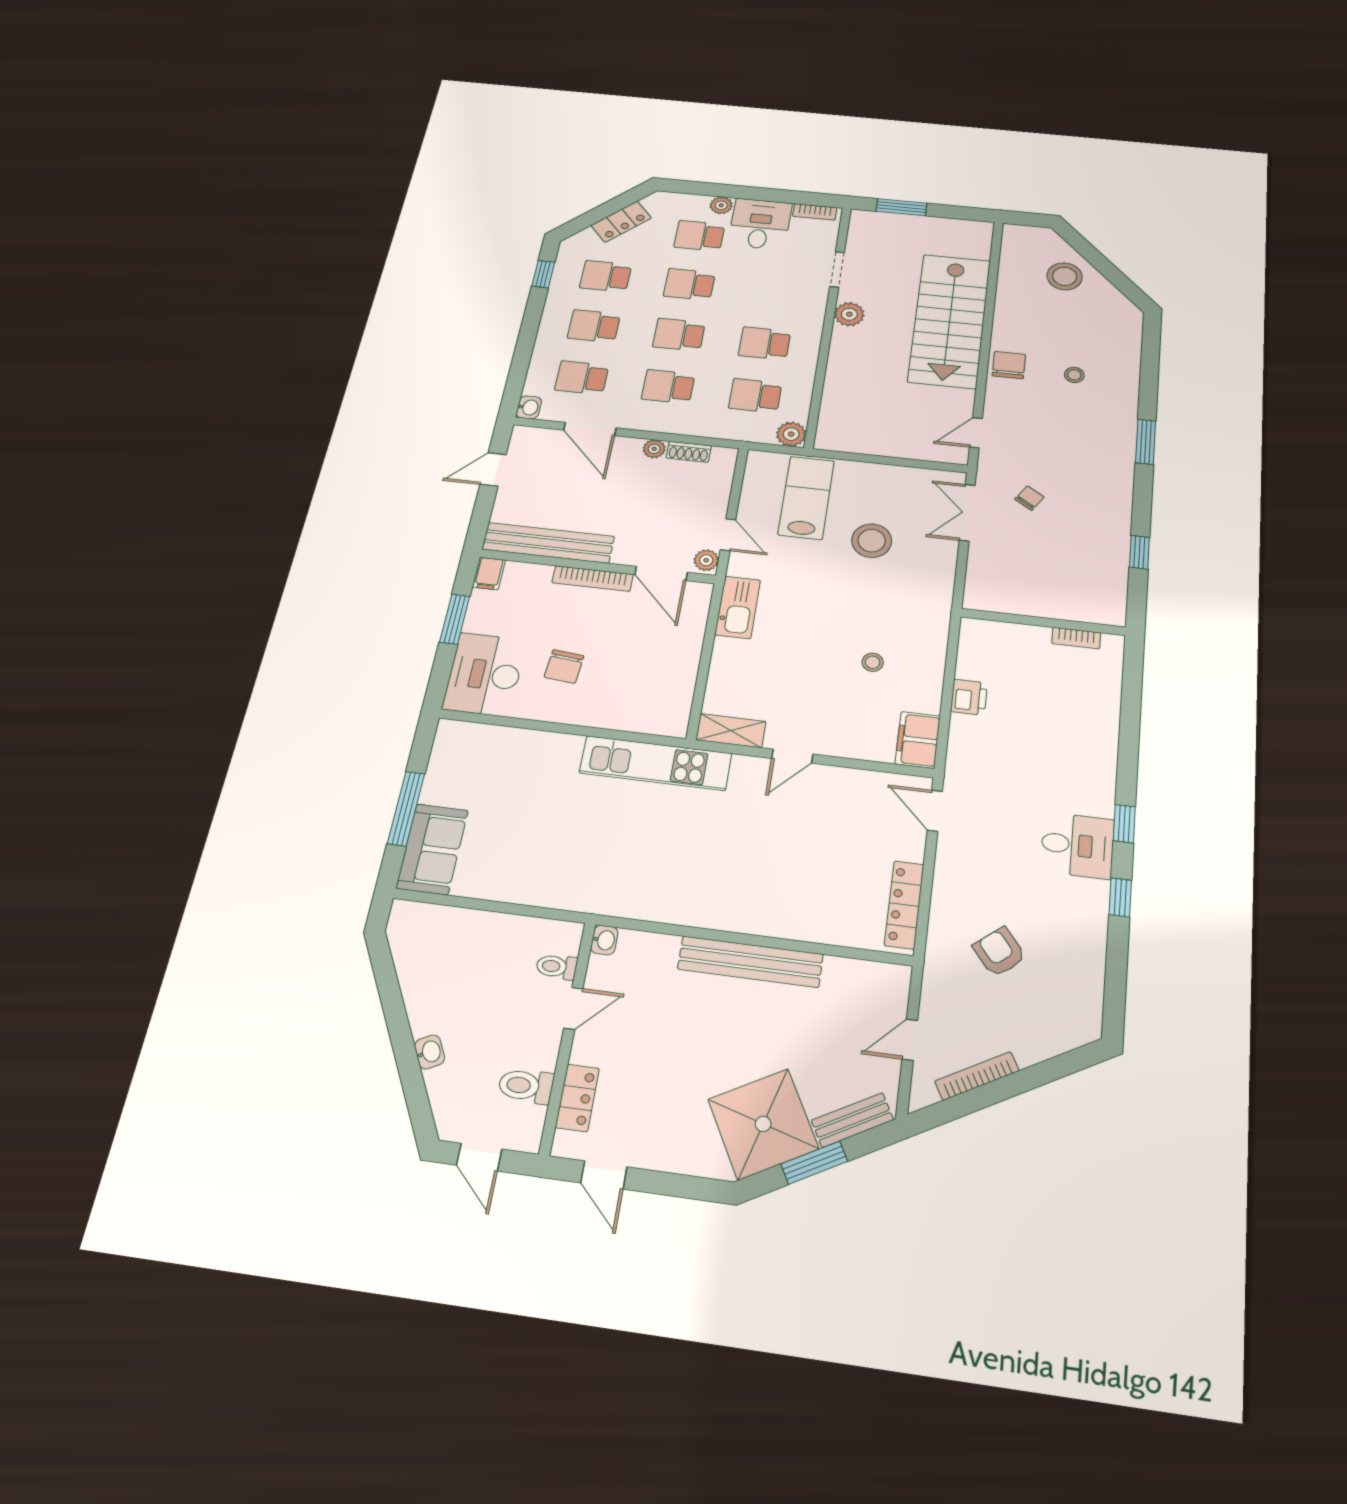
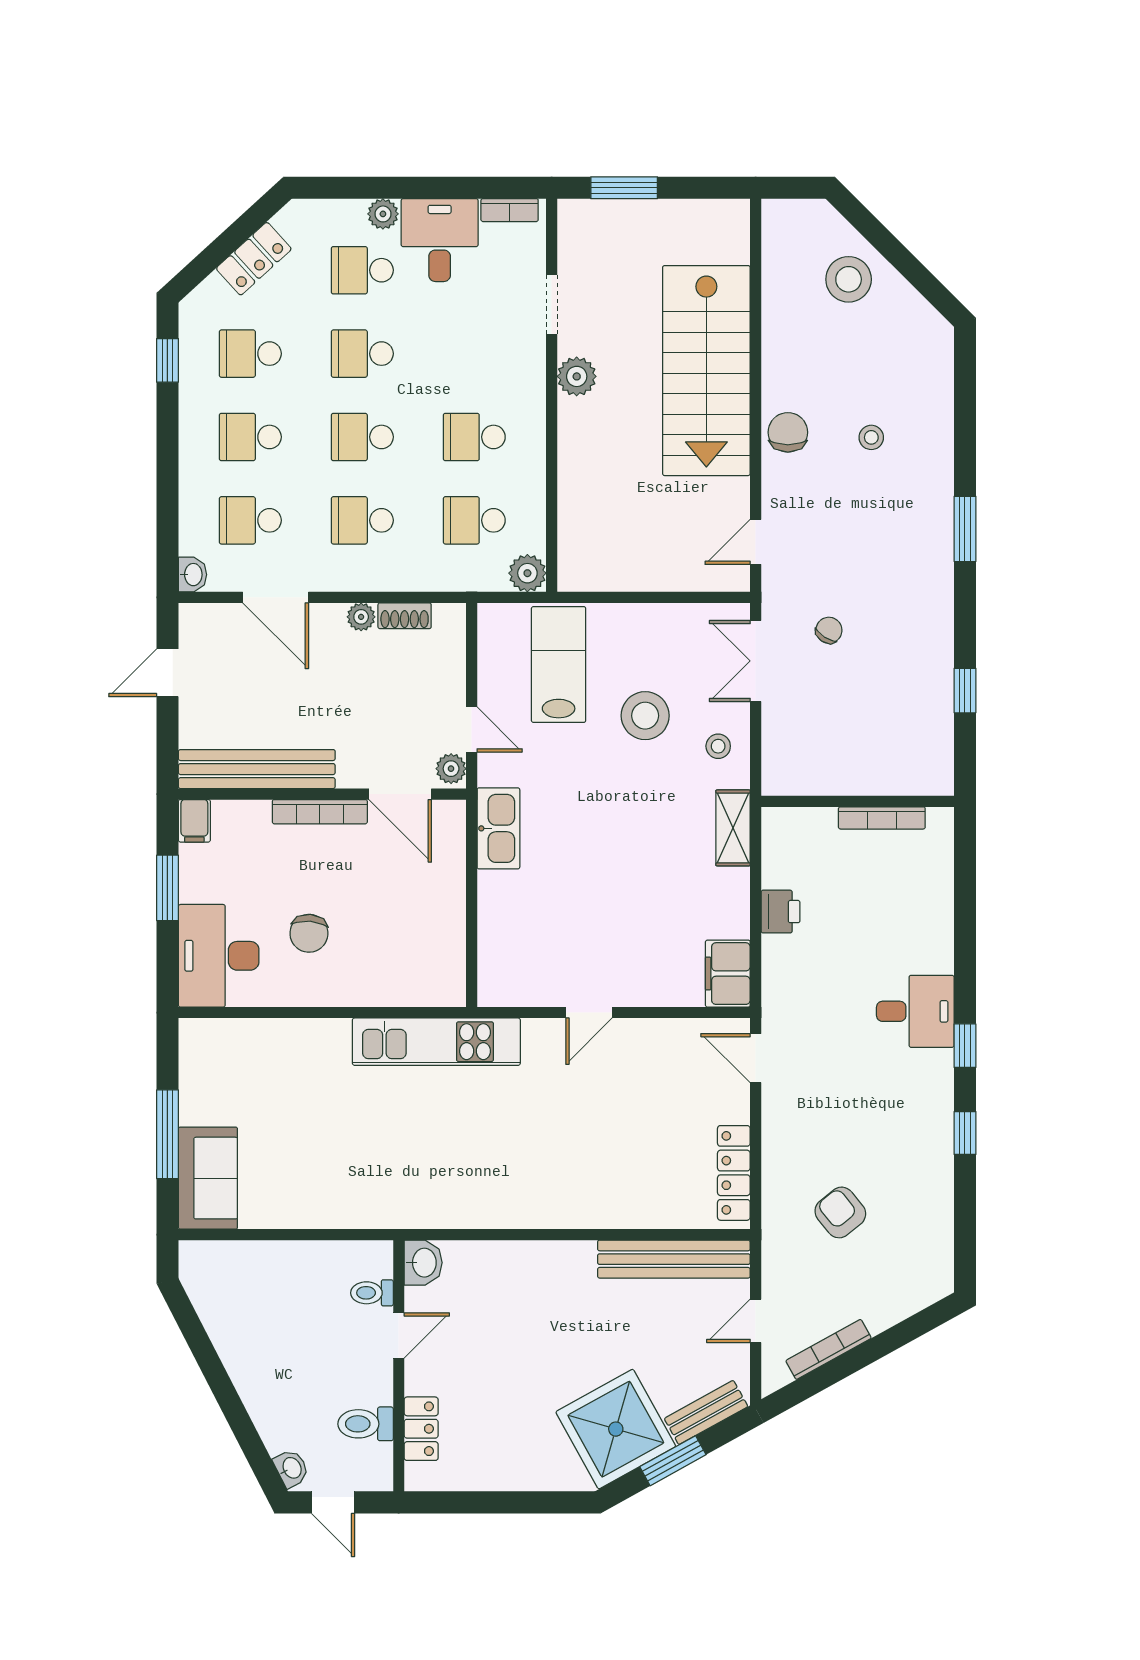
bookcase: (1076, 638) -> (882, 818), width x1.56
stool: (873, 662) -> (718, 746), moved
shelving: (731, 731) -> (733, 828), moved, turned 90
desk: (1077, 845) -> (915, 1011), moved
washbasin: (604, 940) -> (423, 1263), width x1.38, depth x1.45
bench: (750, 962) -> (674, 1259), moved
washbasin: (430, 1052) -> (291, 1468), moved
door: (604, 1175) -> (463, 1502), removed

